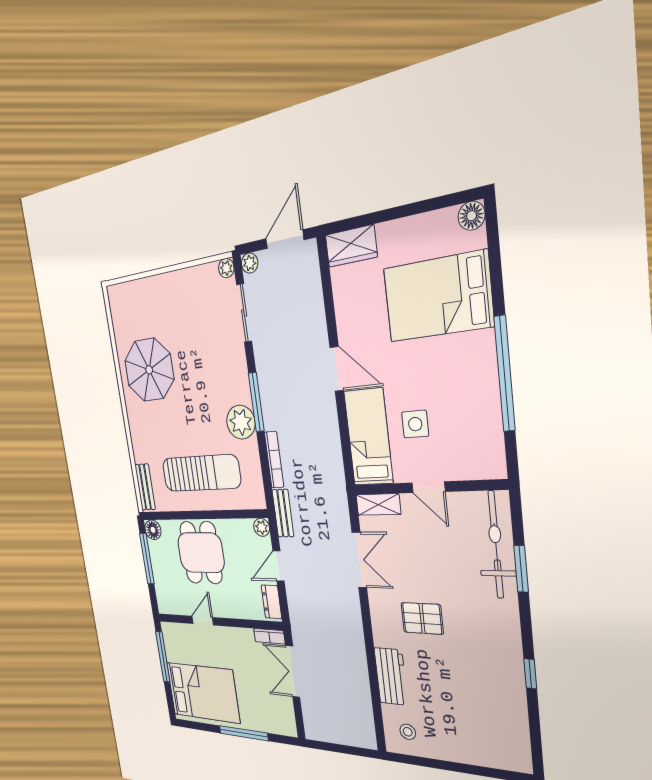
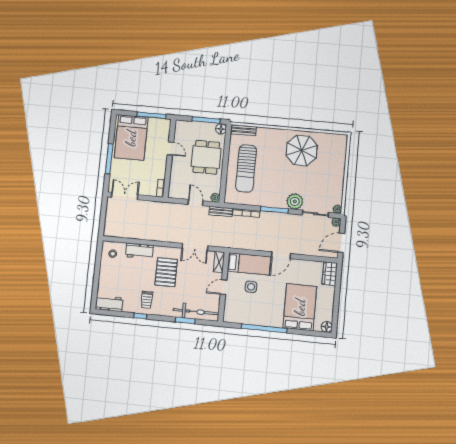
door: (285, 239) -> (341, 243), swing flipped
plant: (241, 422) -> (295, 201), moved
dining table: (201, 553) -> (206, 157), turned 90
dresser: (271, 602) -> (178, 194), removed
pallet: (422, 618) -> (166, 272), width x1.50, depth x1.42
trolley: (490, 659) -> (147, 300), added
double door: (293, 672) -> (125, 196), moved
workbench: (515, 743) -> (109, 304), added

